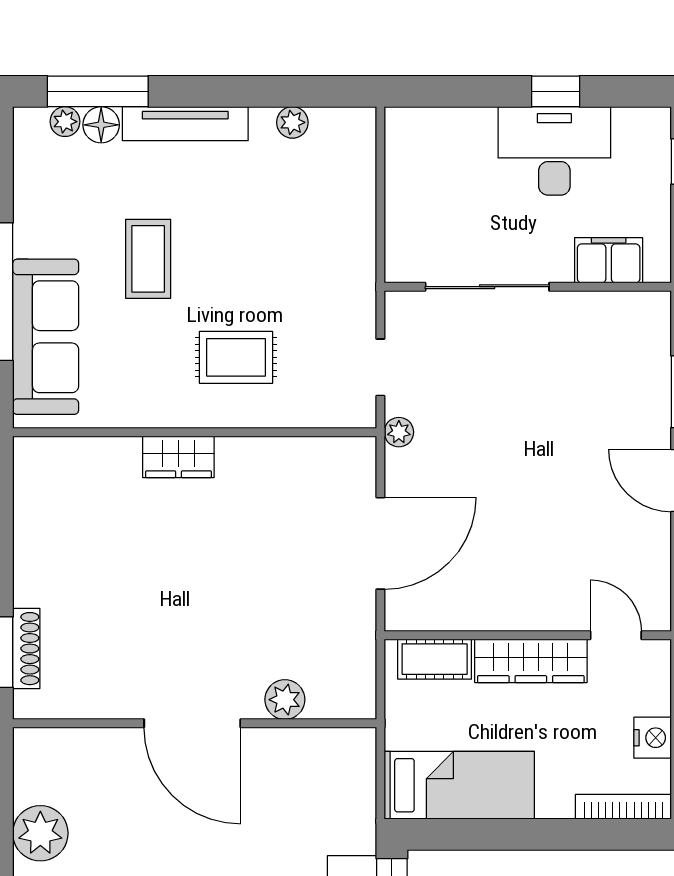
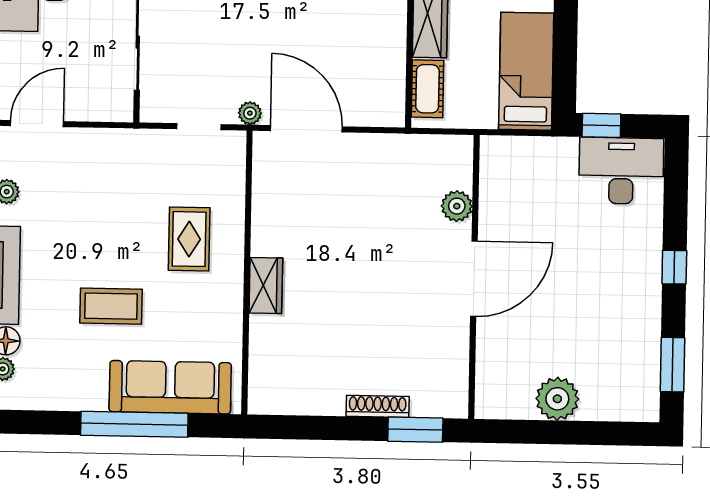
door: (380, 160) -> (37, 124), added
door: (380, 543) -> (306, 129), moved
shoe rack: (26, 649) -> (378, 406), moved

